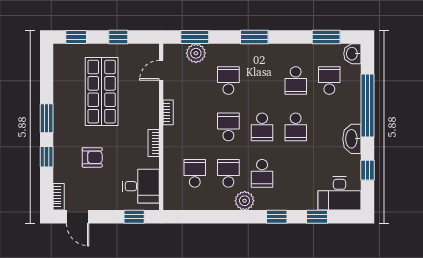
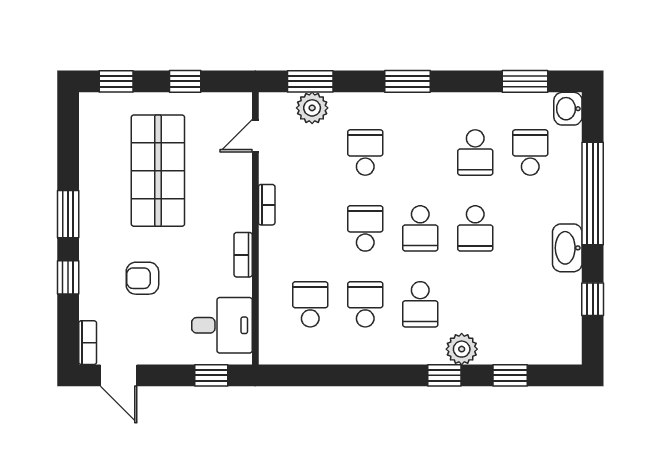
armchair: (92, 157) -> (142, 278), turned 180
desk: (339, 193) -> (547, 337), removed
plant: (245, 201) -> (462, 349), moved

